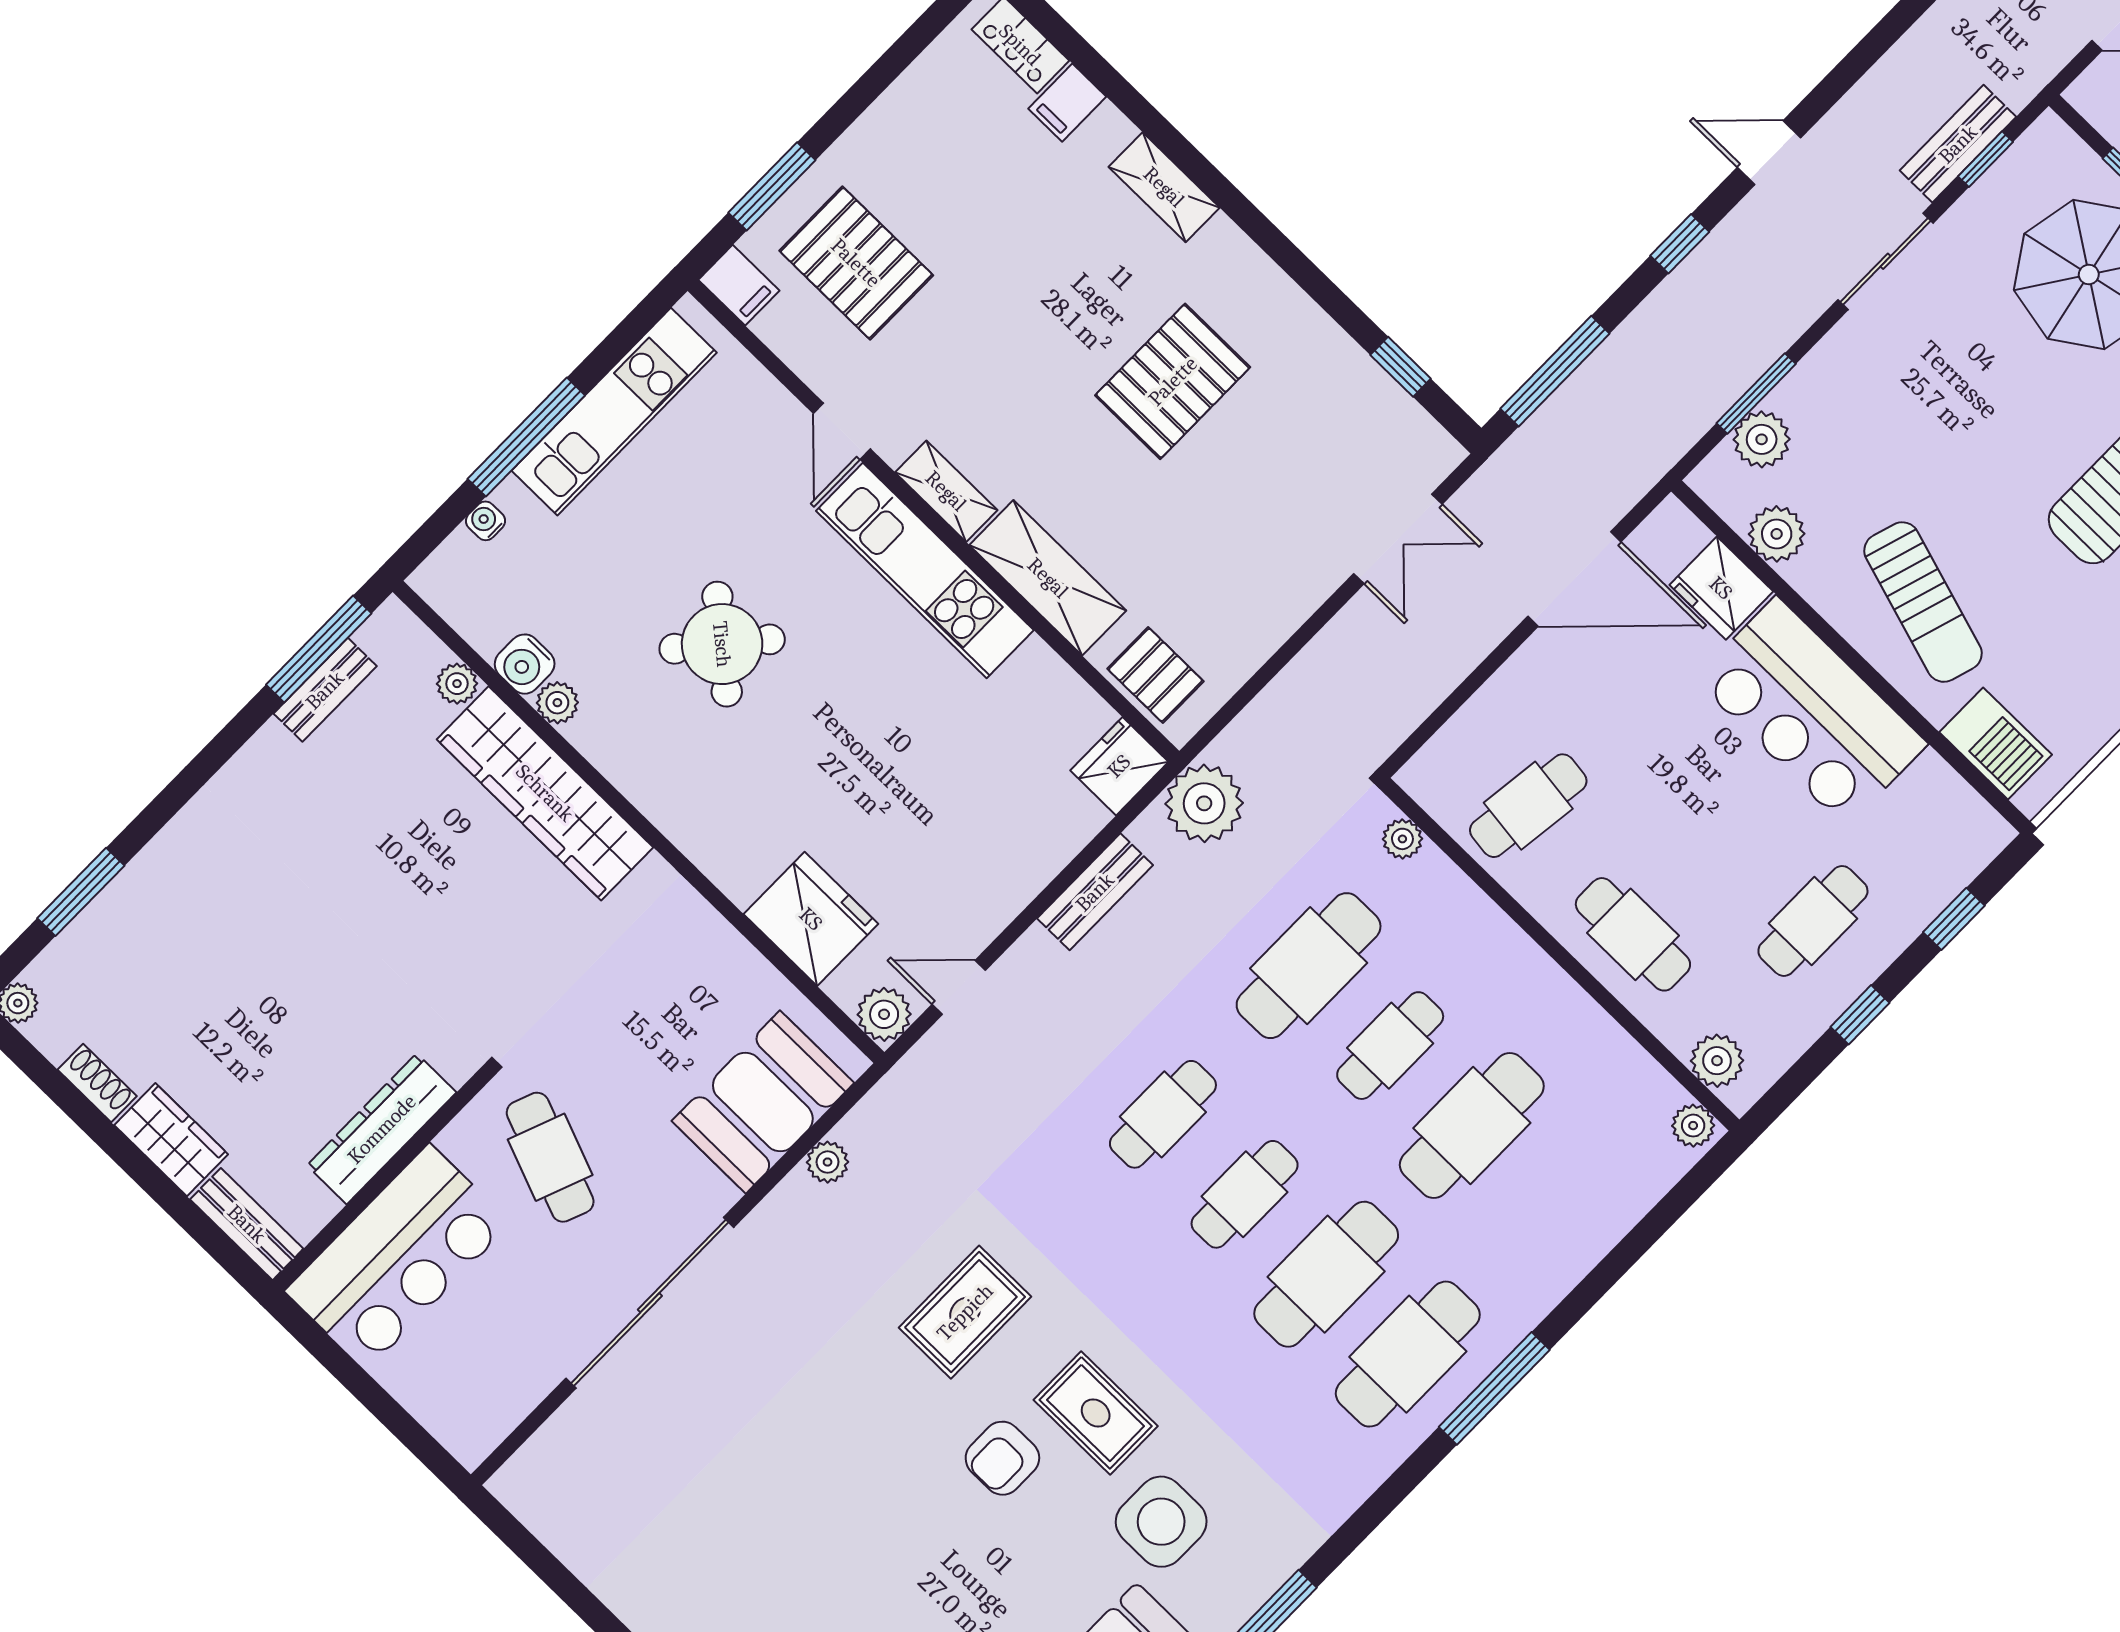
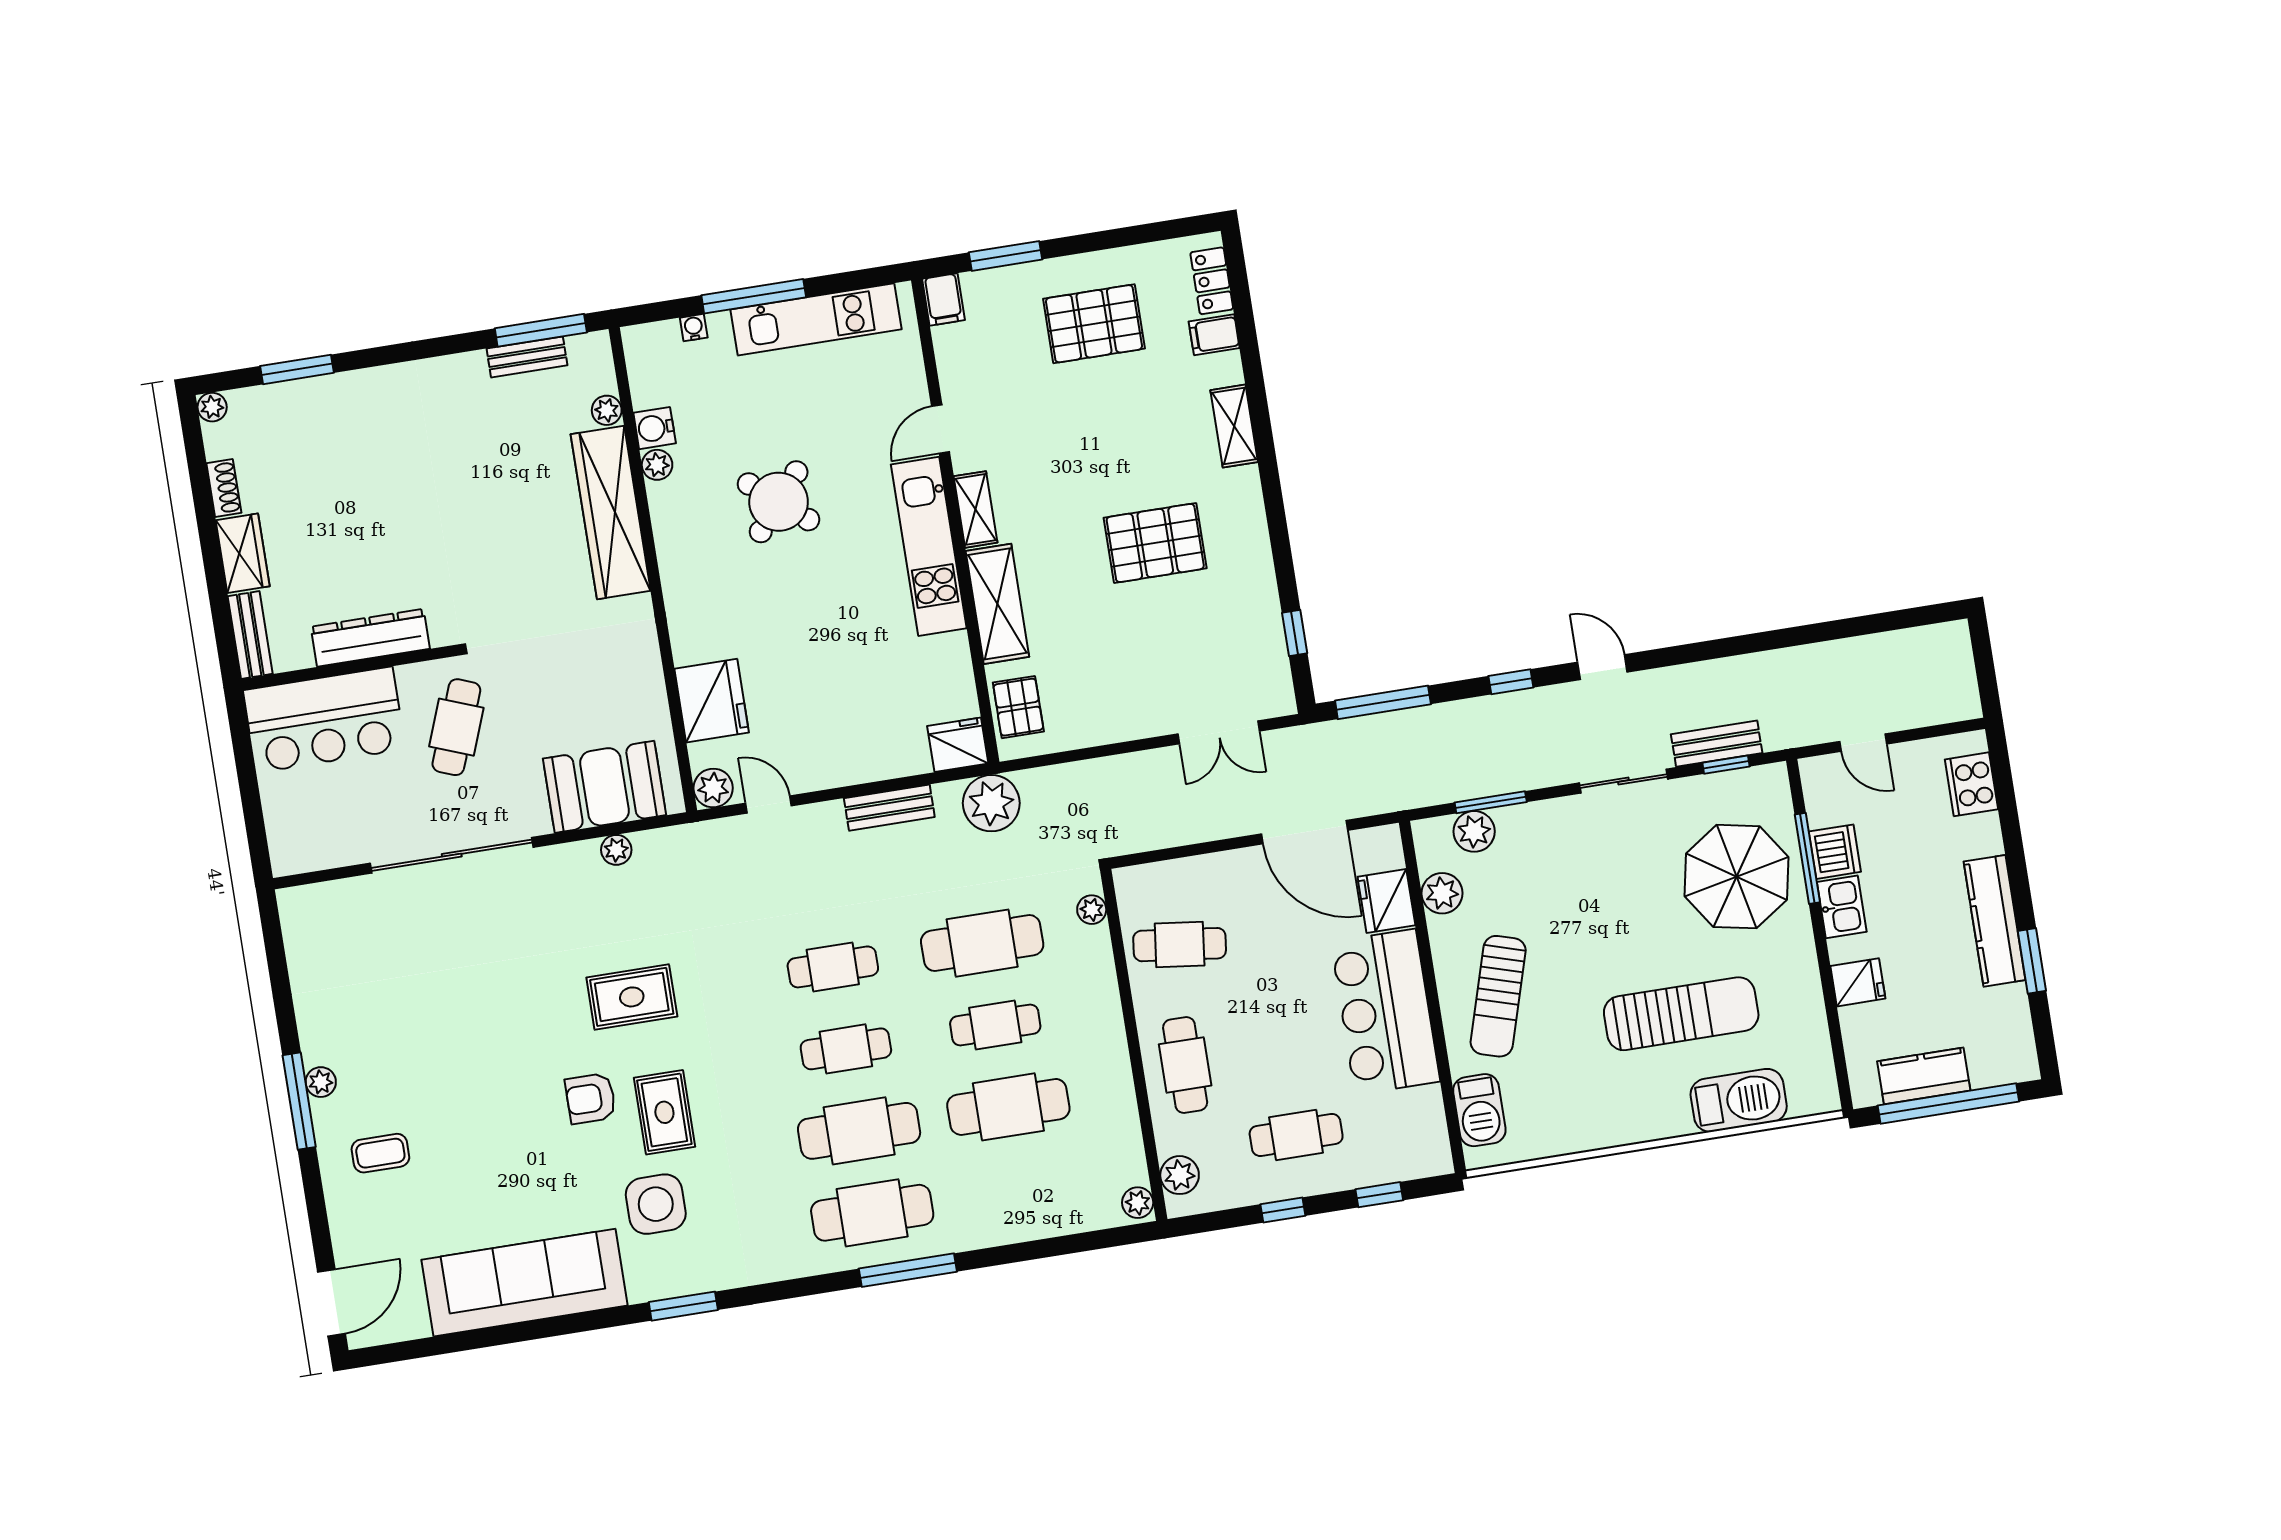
pallet: (856, 263) -> (1094, 324), moved, turned 90

